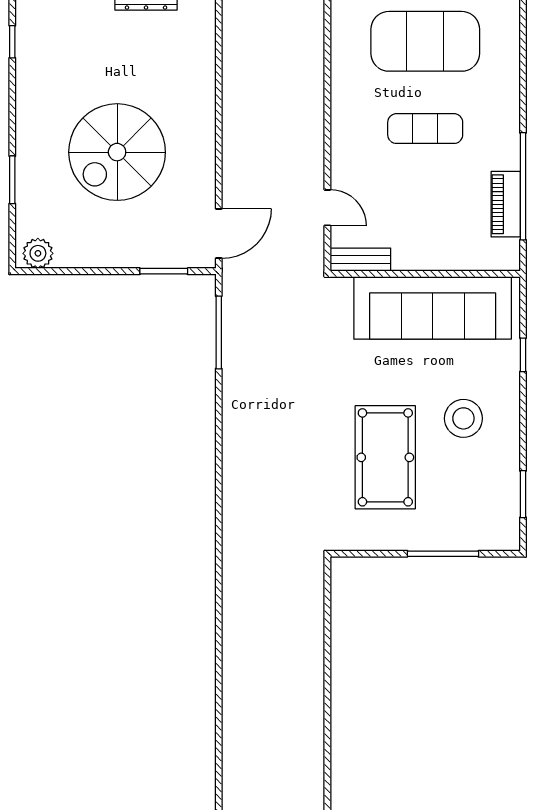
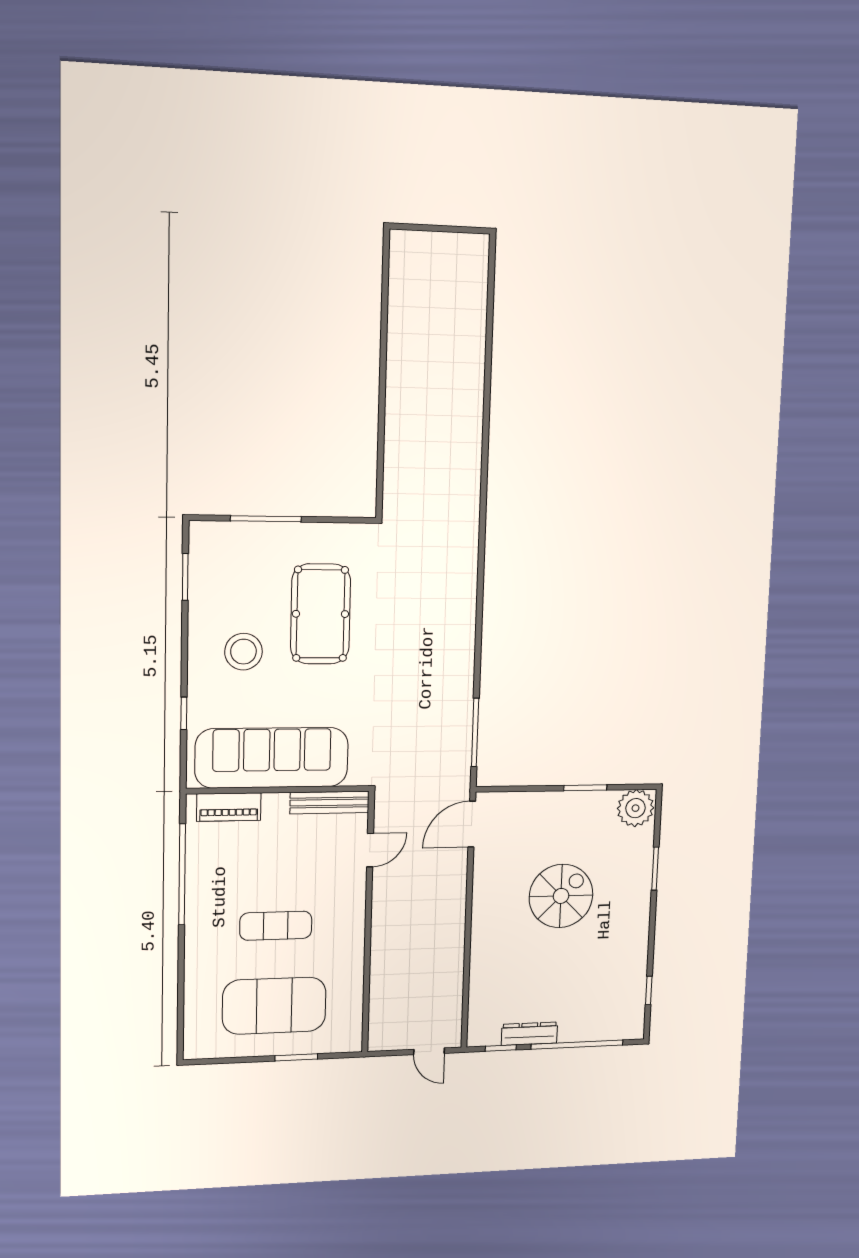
spiral stairs: (117, 152) -> (561, 896), width x0.73, depth x0.73
piano: (506, 204) -> (229, 807), moved, turned 90
door: (327, 208) -> (370, 850), swing flipped
plant: (38, 253) -> (636, 808), width x1.36, depth x1.36
bench: (360, 260) -> (330, 802), width x1.36
window: (164, 271) -> (585, 788), moved

